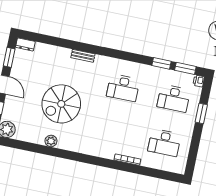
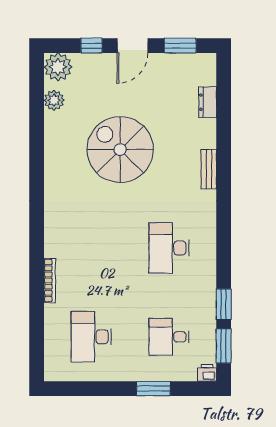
dresser: (25, 44) -> (208, 102), moved
desk: (174, 98) -> (169, 337), width x0.73
plant: (51, 141) -> (54, 100), moved

